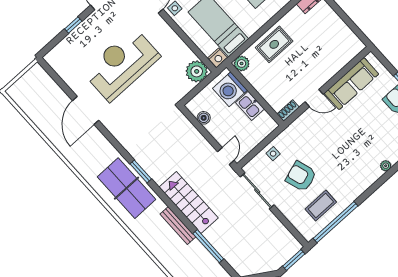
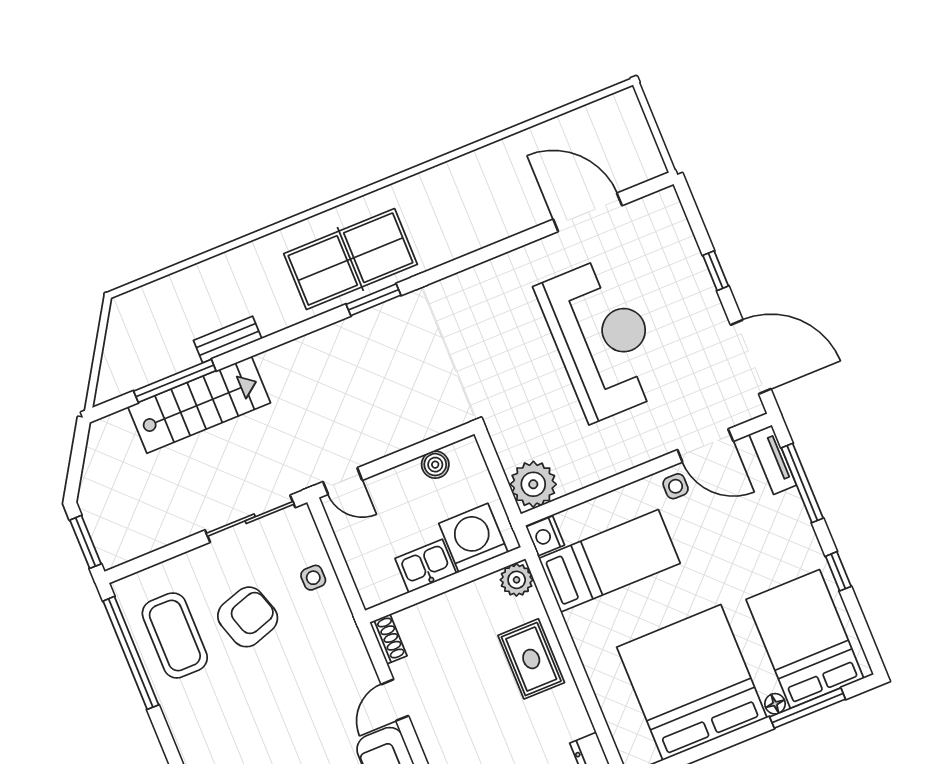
door: (86, 110) -> (588, 212), moved
stairs: (189, 203) -> (199, 405), moved
coffee table: (321, 206) -> (175, 635), width x1.36, depth x1.32
bench: (178, 225) -> (228, 339), width x0.73

